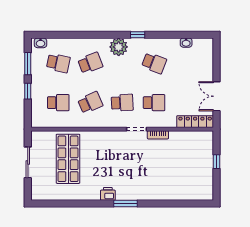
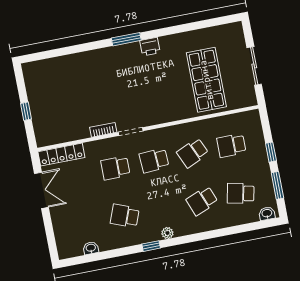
plant: (119, 47) -> (167, 233), width x0.53, depth x0.53

